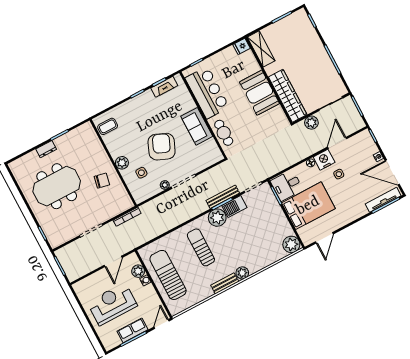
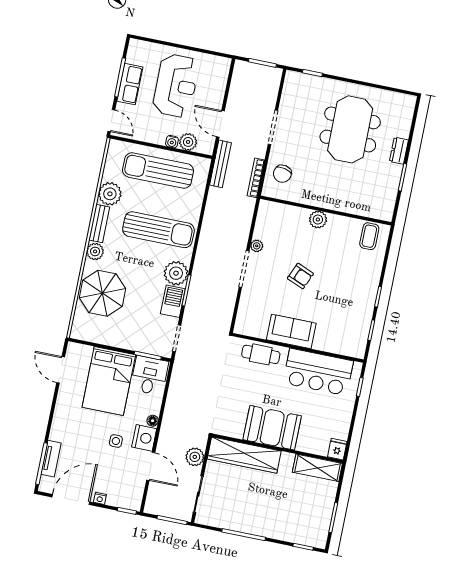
fireplace: (164, 87) -> (362, 331), removed
armchair: (162, 147) -> (300, 276), width x0.53, depth x0.53
side table: (141, 173) -> (290, 232), removed
chair: (102, 181) -> (282, 174), moved
bench: (223, 197) -> (221, 164), moved
tv unit: (383, 200) -> (51, 459), width x0.71
plant: (291, 244) -> (110, 194), moved
sun lounger: (201, 247) -> (158, 230), width x1.36, depth x1.34
parasol: (262, 250) -> (102, 293), added
sun lounger: (168, 275) -> (158, 170), turned 180

